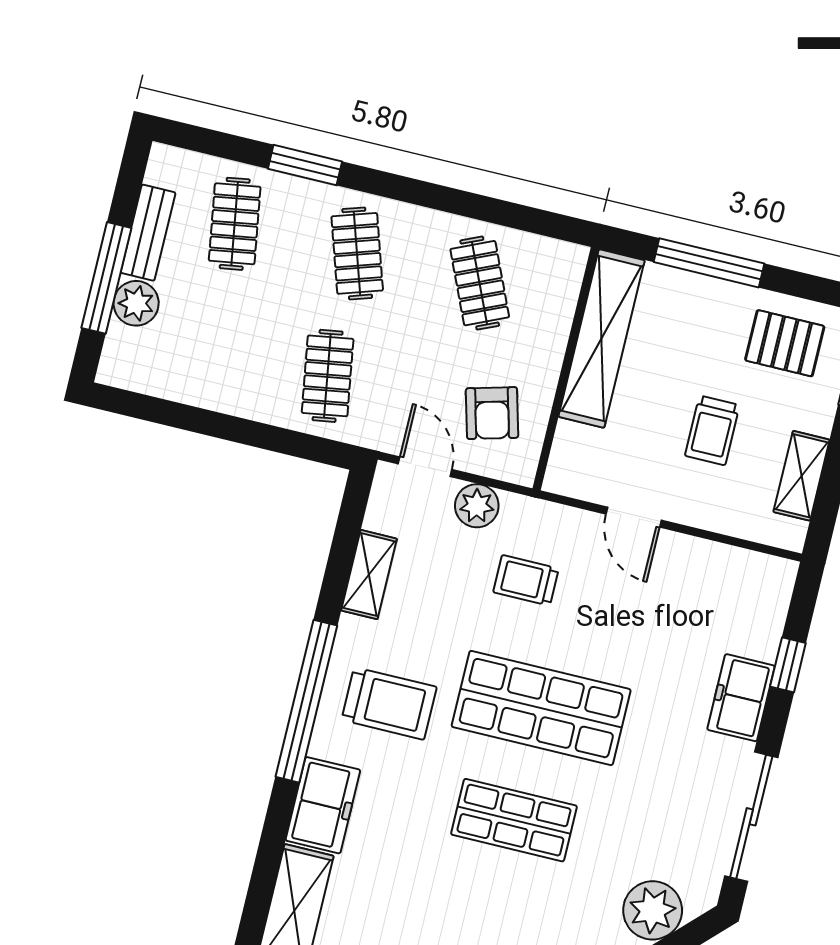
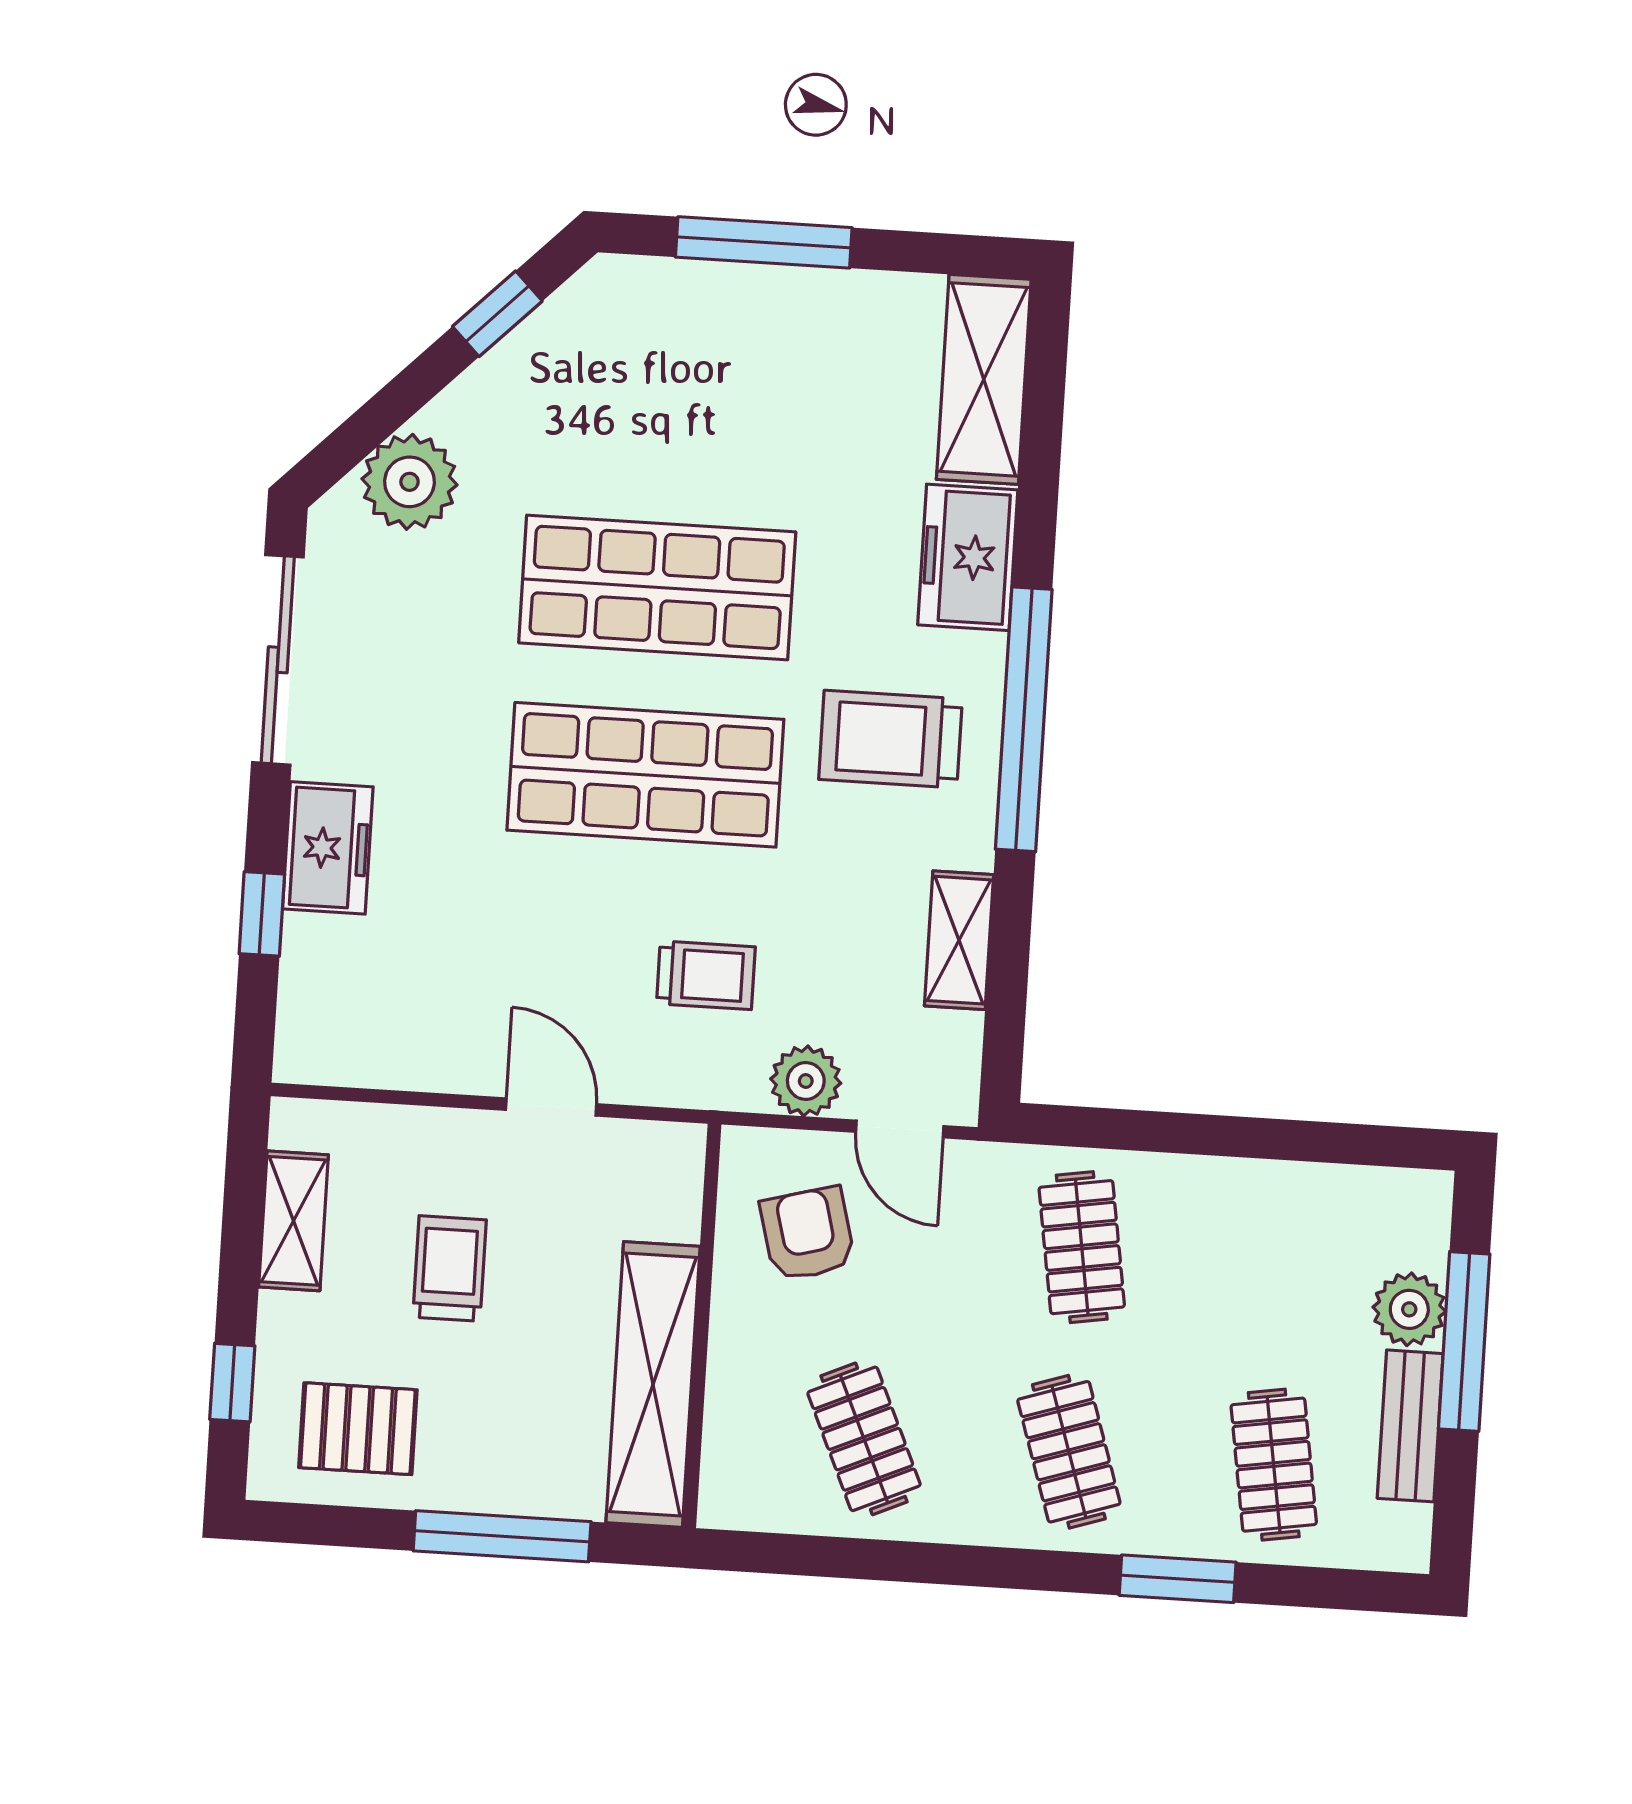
shop shelf: (514, 820) -> (657, 587), width x1.43, depth x1.36

